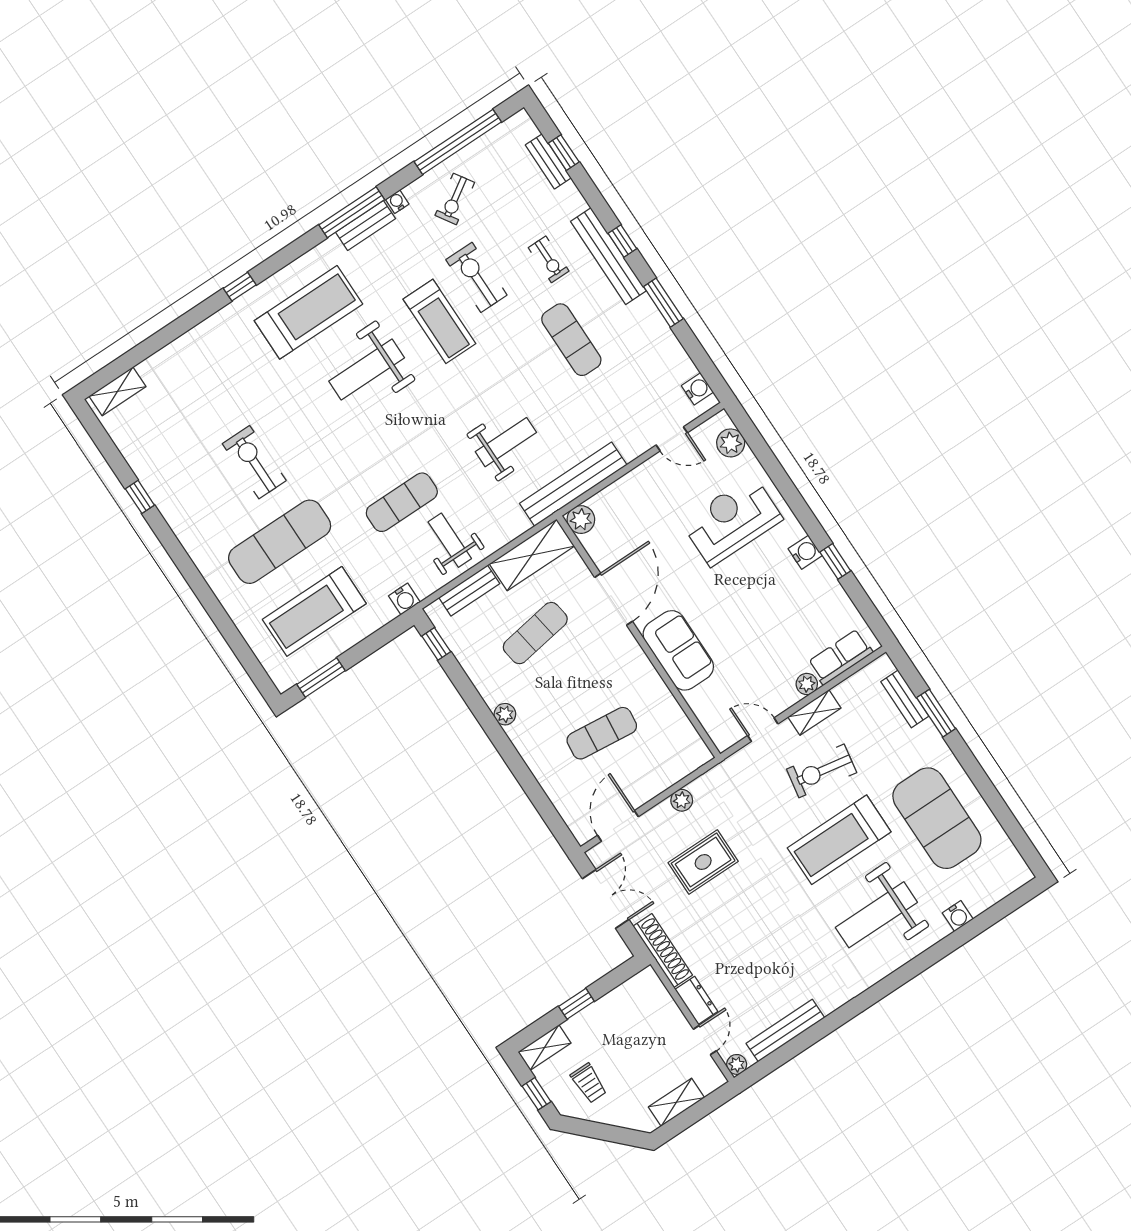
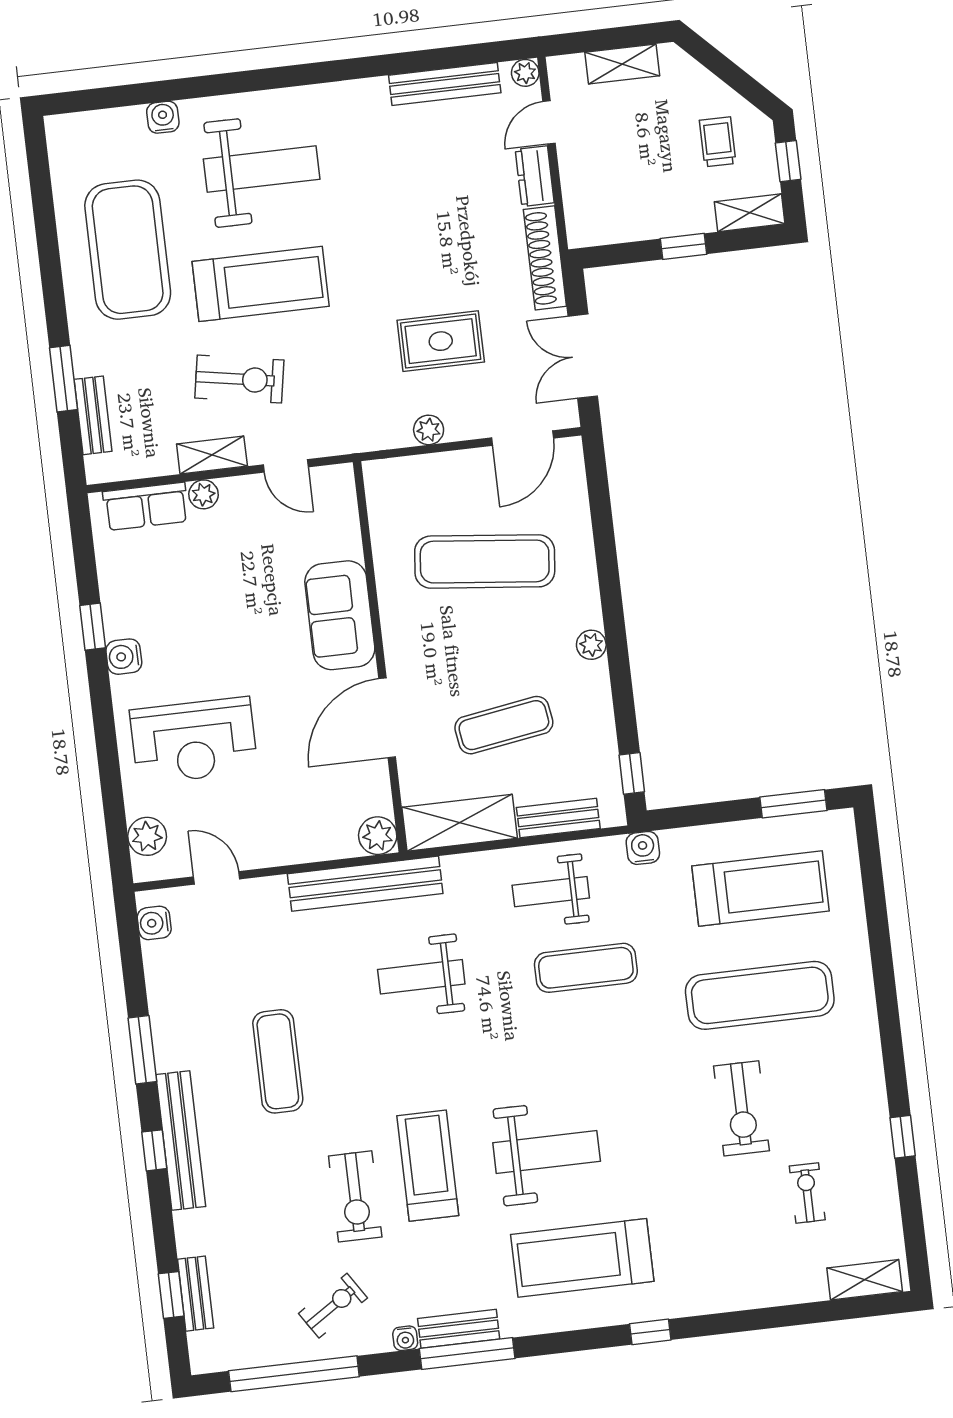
exercise bike: (549, 259) -> (807, 1193), moved
weight bench: (450, 540) -> (551, 892), turned 90
exercise mat: (602, 733) -> (485, 561), width x1.36, depth x1.45

